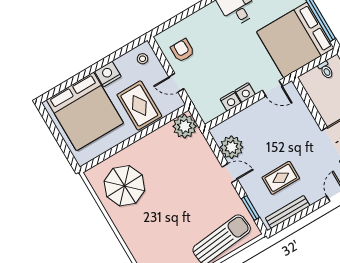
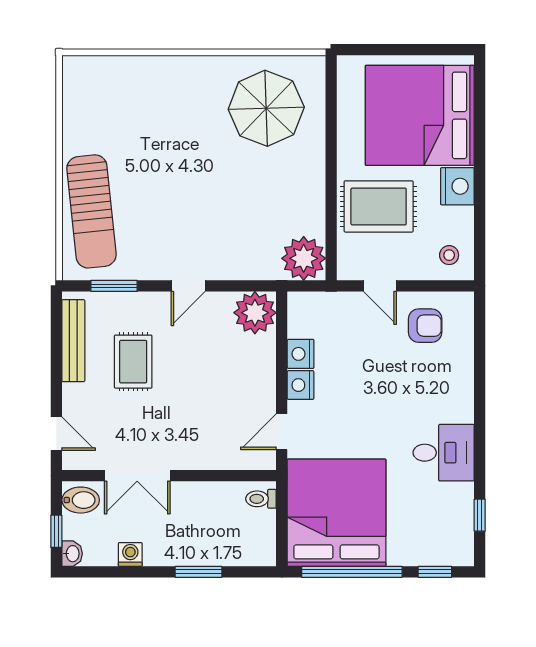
toilet: (326, 70) -> (261, 499), moved
door: (176, 83) -> (380, 286), swing flipped
plant: (232, 147) -> (255, 313), moved

